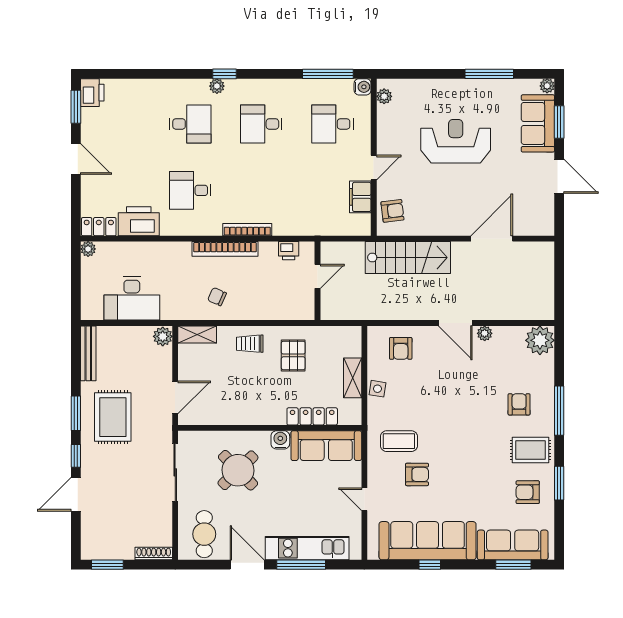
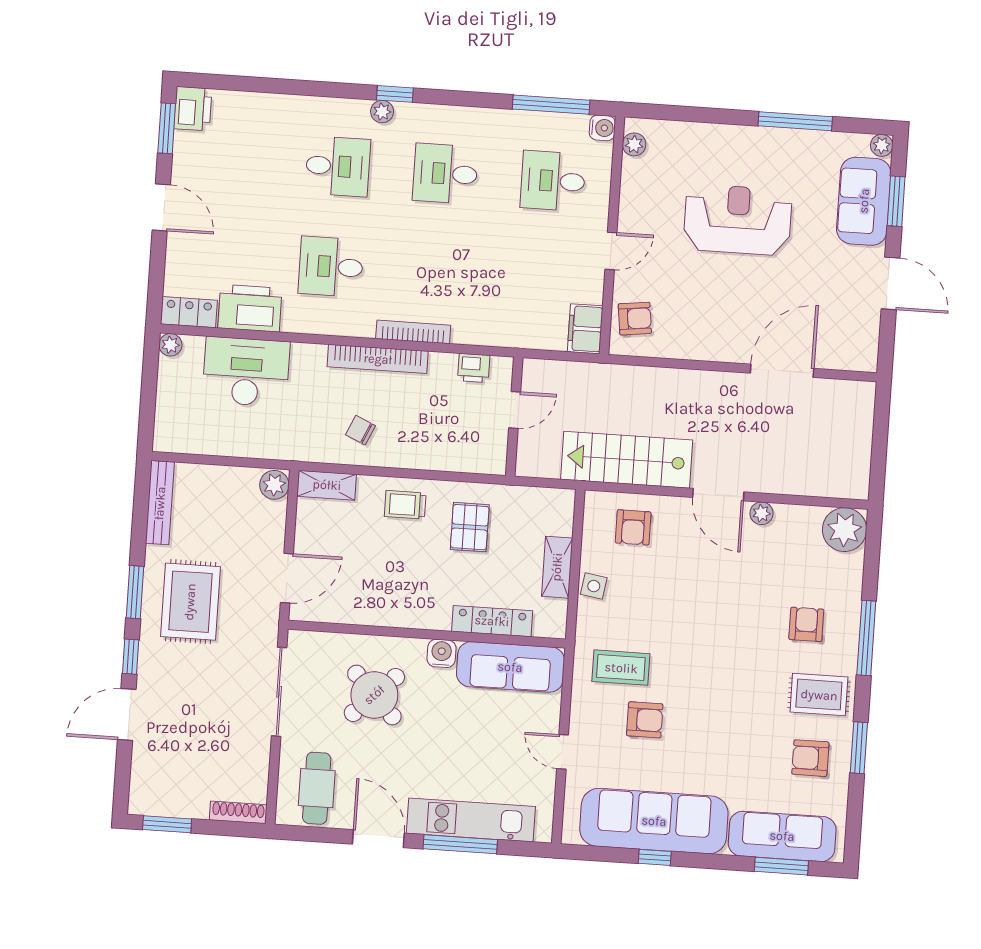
filing cabinet: (360, 197) -> (585, 329), moved
stairs: (408, 257) -> (627, 460), moved, turned 180
desk: (132, 298) -> (246, 372), moved, turned 180

